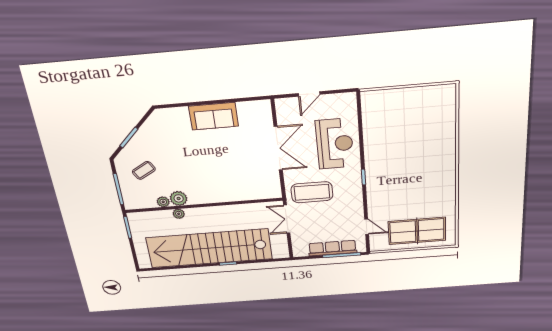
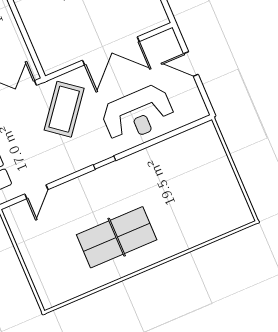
coffee table: (312, 192) -> (64, 109), turned 38
table tennis table: (417, 231) -> (117, 237), moved, turned 90

